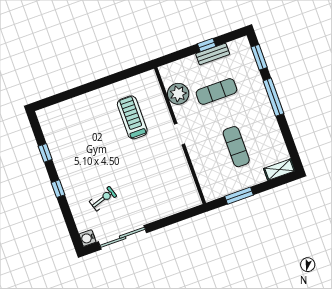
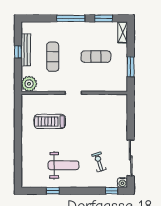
bench: (213, 54) -> (26, 50), width x1.36
window: (259, 57) -> (104, 18), moved
plant: (178, 94) -> (29, 84), moved
weight bench: (83, 155) -> (63, 165), added
window: (58, 189) -> (112, 191), moved

